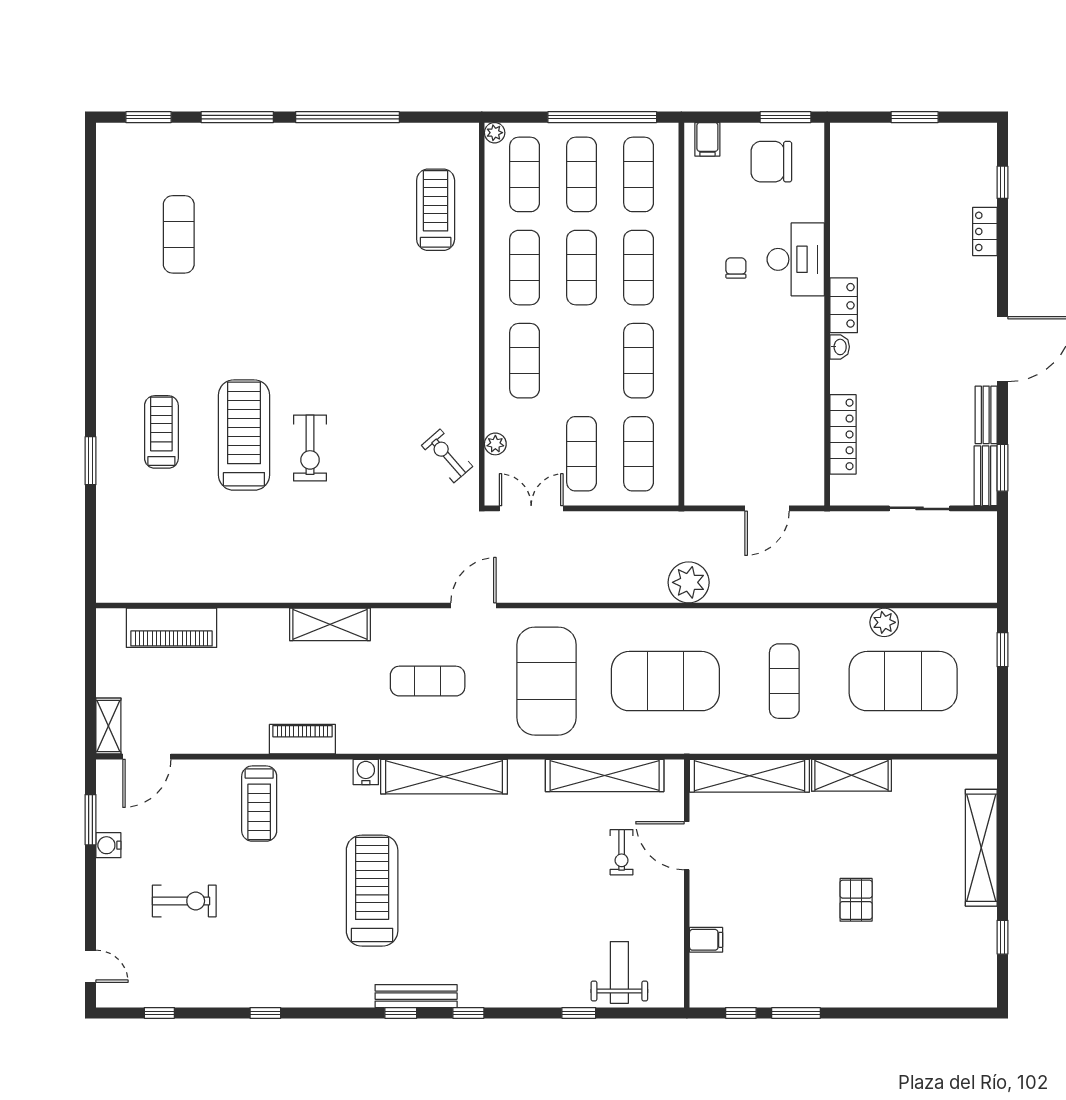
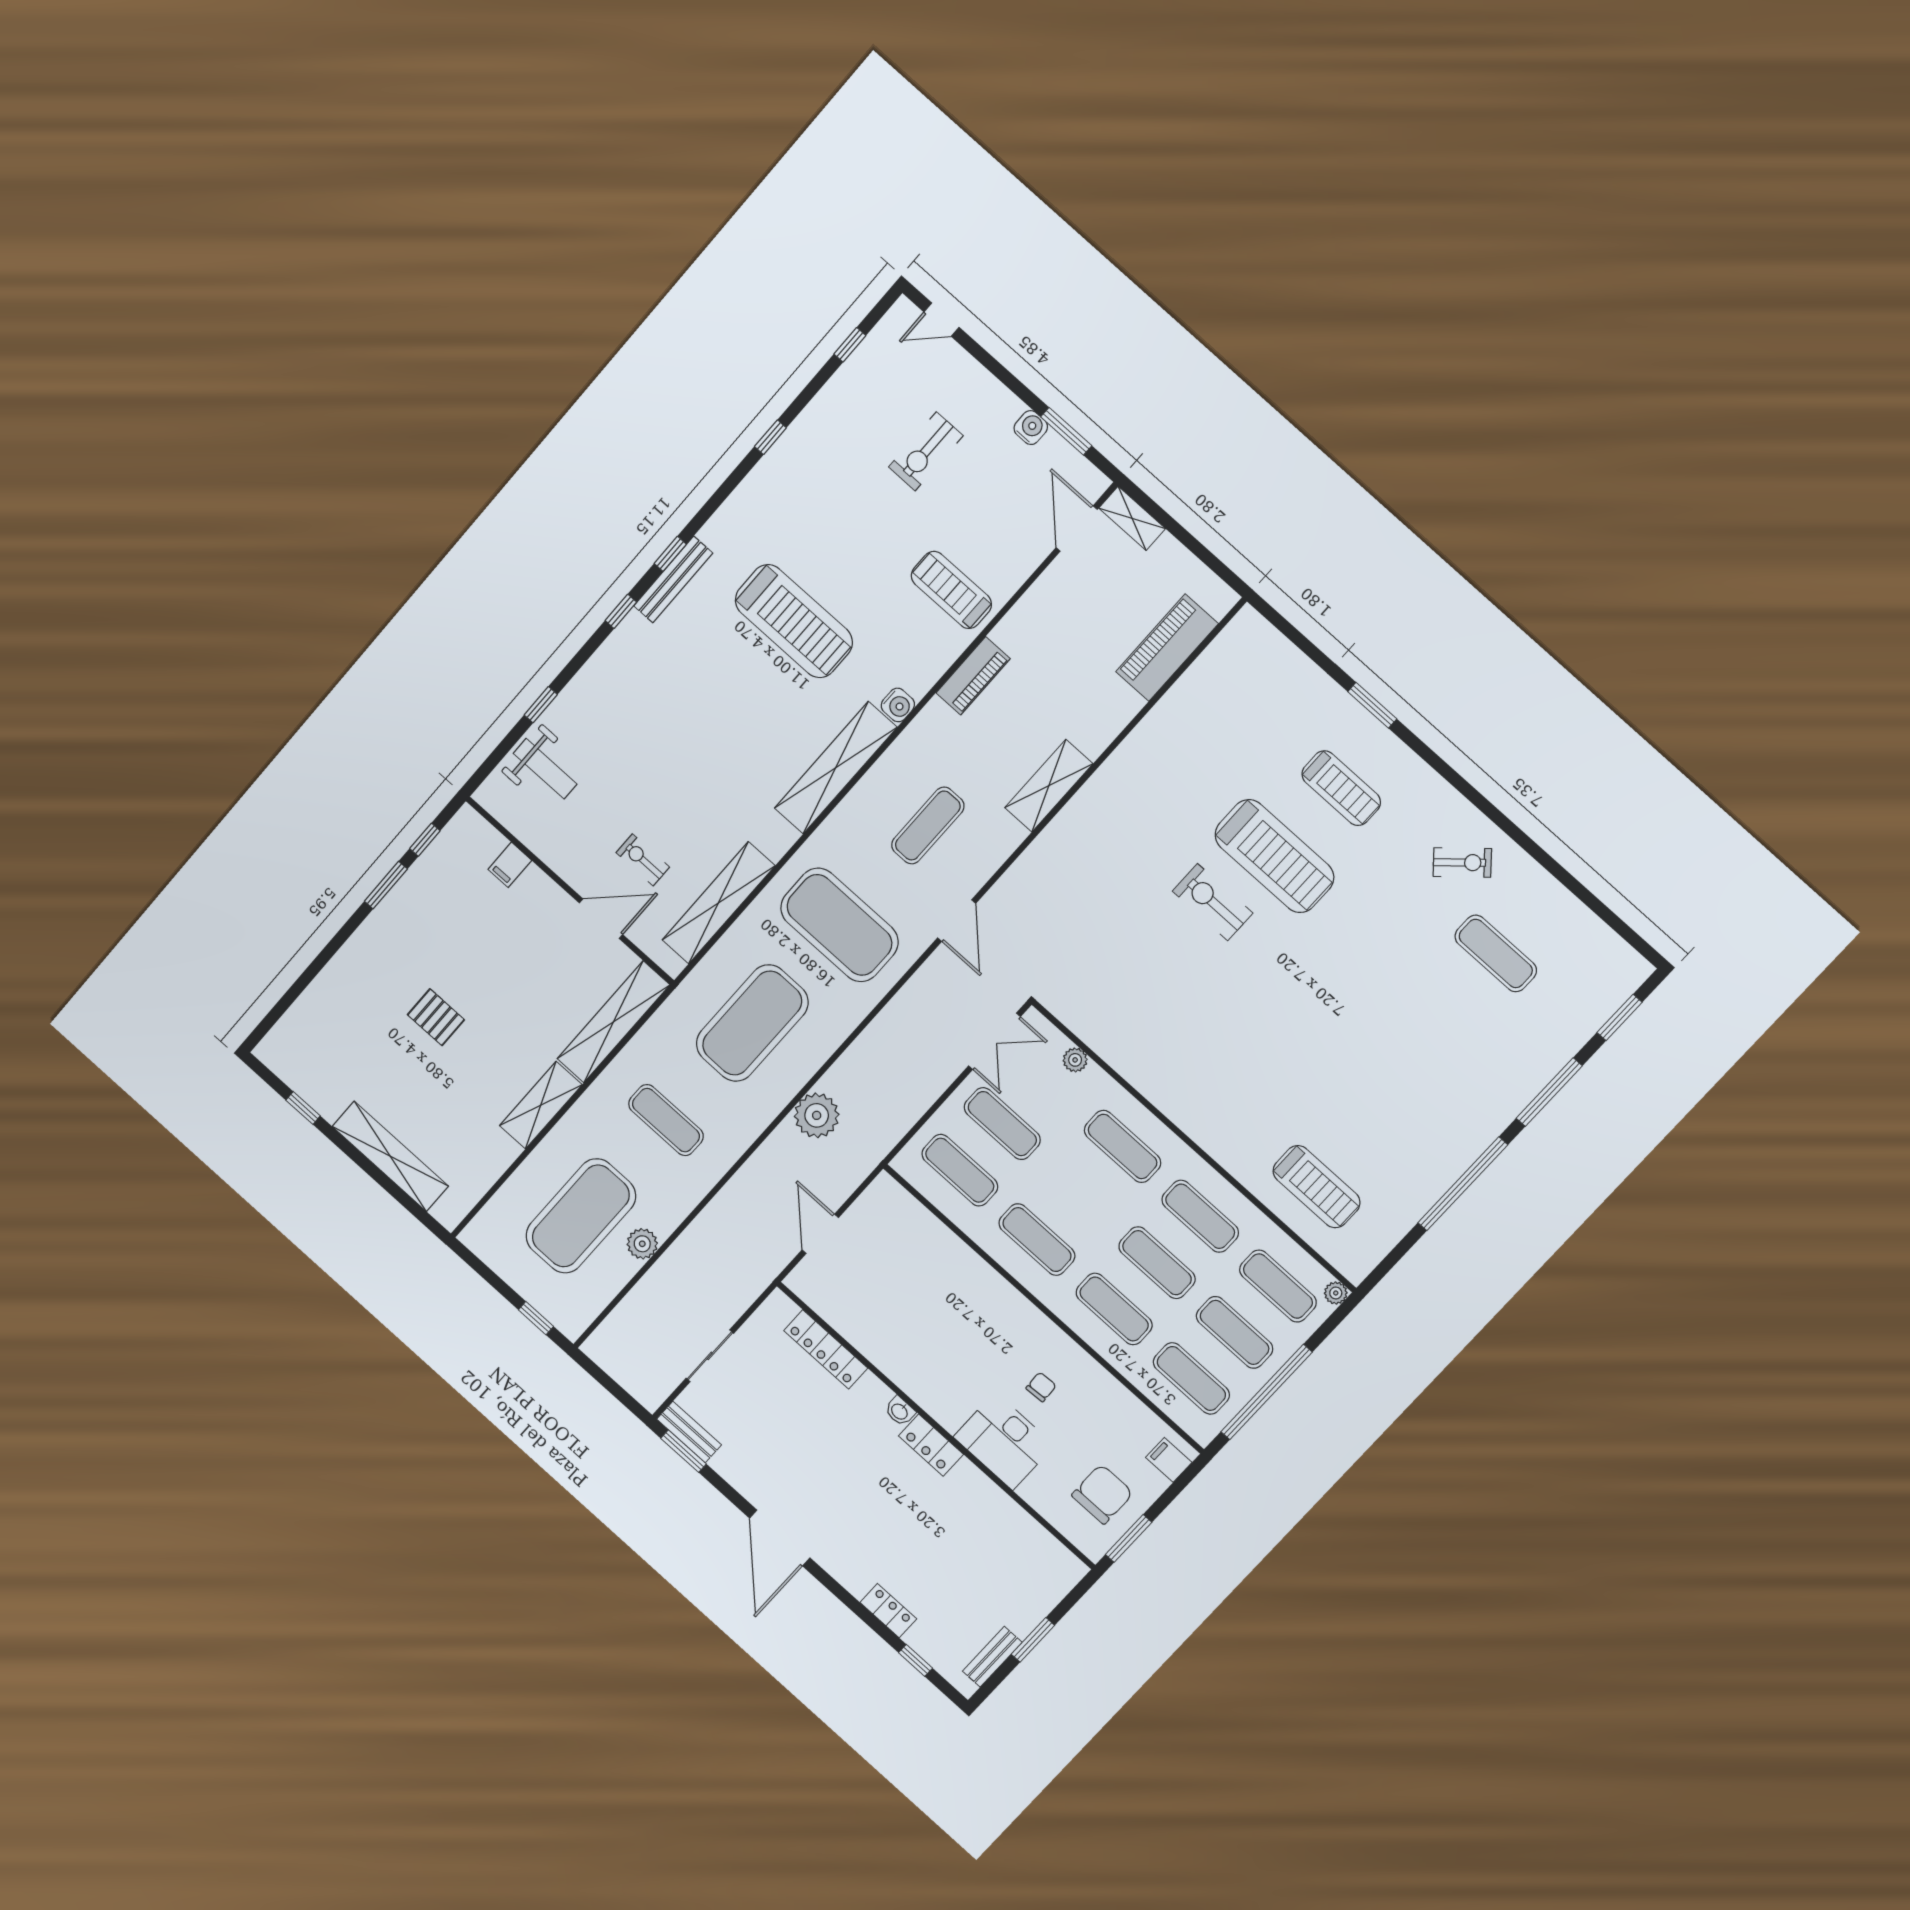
chair: (736, 268) -> (1041, 1387), turned -93
bench: (986, 415) -> (992, 1657), moved, turned 90
exercise bike: (447, 456) -> (1462, 862), moved

